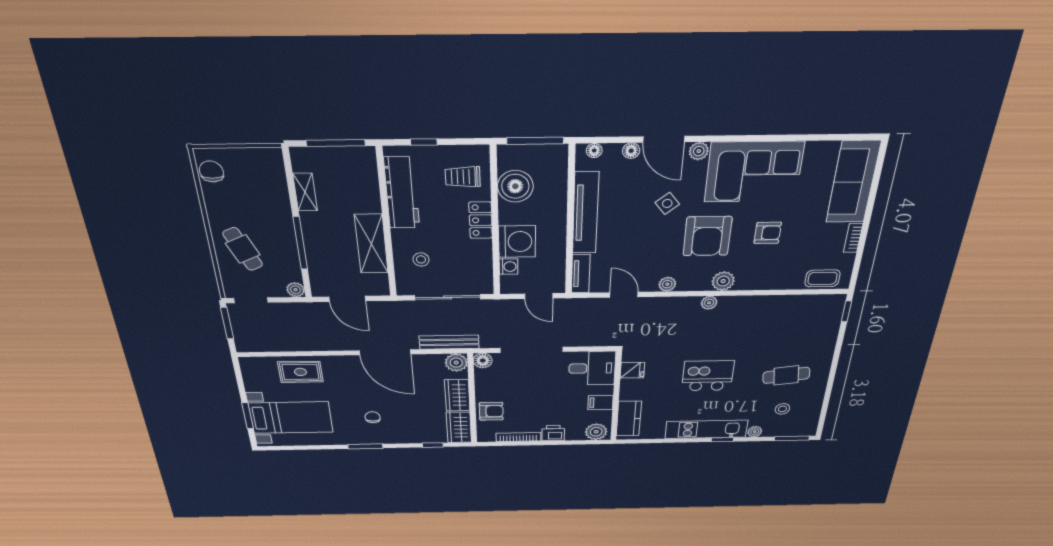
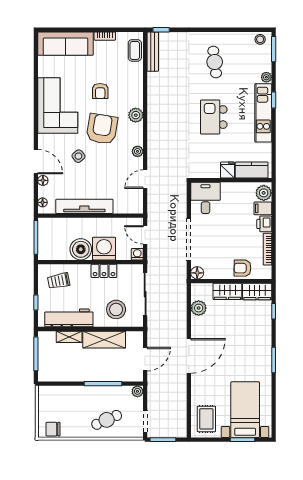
door: (664, 139) -> (36, 162), hinge flipped
plant: (699, 151) -> (44, 140), removed
trolley: (463, 177) -> (59, 281), turned 79
boiler: (515, 186) -> (81, 249), moved
shelving: (305, 192) -> (69, 337), moved
locker: (481, 220) -> (104, 271), moved
armchair: (768, 233) -> (100, 91), turned 180
armchair: (707, 236) -> (102, 129), turned -81
stool: (421, 259) -> (116, 309), width x1.89, depth x1.89
washing machine: (509, 267) -> (137, 254), moved
tv unit: (581, 274) -> (128, 208), removed
door: (539, 296) -> (145, 235), swing flipped
plant: (709, 303) -> (153, 123), removed
bench: (449, 342) -> (153, 52), moved
door: (385, 352) -> (189, 356), moved
plant: (456, 363) -> (199, 308), moved
fridge: (632, 370) -> (227, 170), moved
rug: (300, 372) -> (206, 419), moved
filing cabinet: (601, 403) -> (263, 208), moved, turned 90
stool: (782, 409) -> (260, 39), moved
armchair: (491, 411) -> (243, 268), turned -89
chair: (373, 417) -> (246, 352), removed

